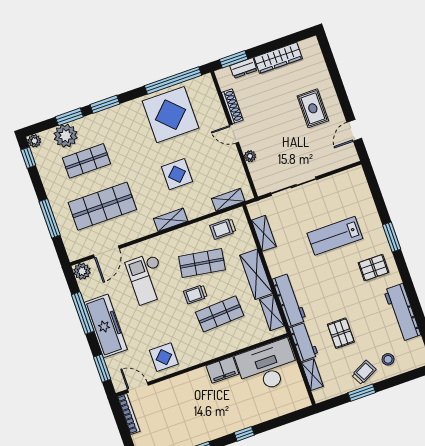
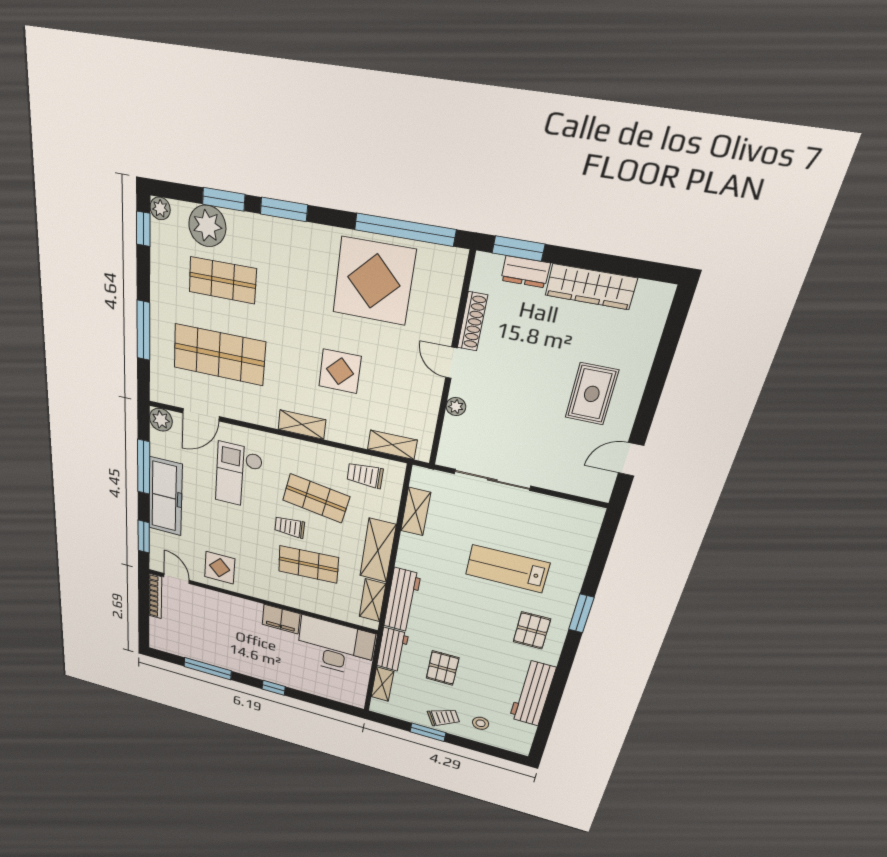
pallet: (373, 268) -> (532, 630), turned 90

